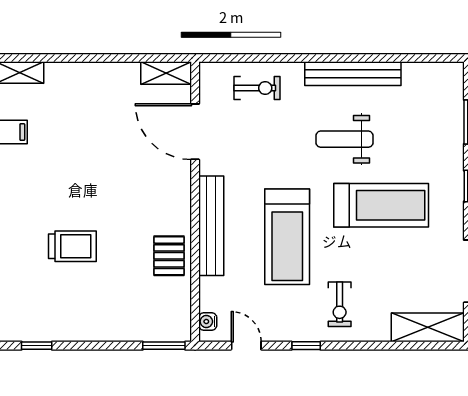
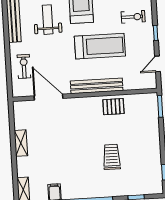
shelving: (166, 73) -> (21, 143), moved
door: (195, 132) -> (48, 97), swing flipped
weight bench: (344, 139) -> (48, 20), turned 180
water cooler: (208, 321) -> (146, 85), removed

